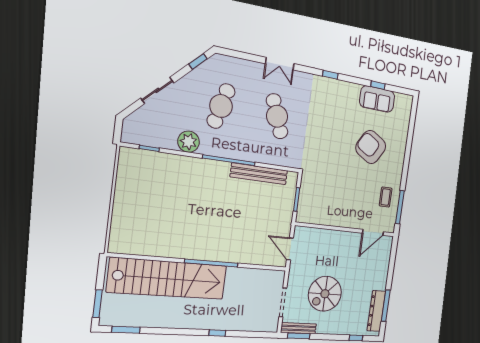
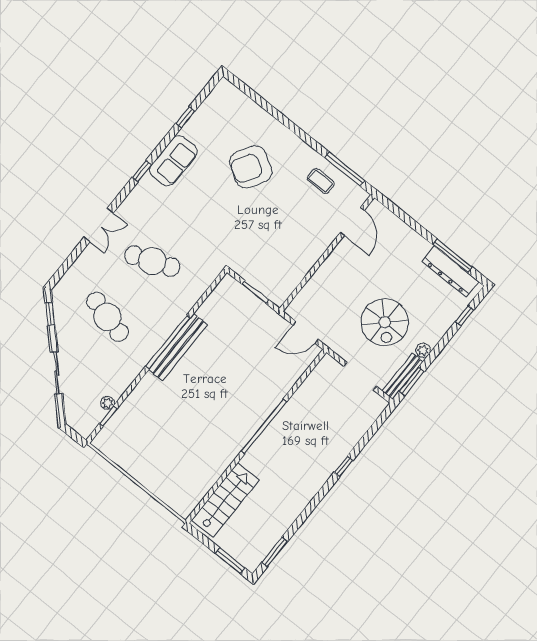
sofa: (377, 99) -> (173, 161), moved
plant: (189, 142) -> (108, 403), moved, width x0.53, depth x0.53
bench: (259, 174) -> (178, 347), moved
stairs: (168, 279) -> (225, 500), width x0.54, depth x0.66
plant: (322, 329) -> (423, 350), added

